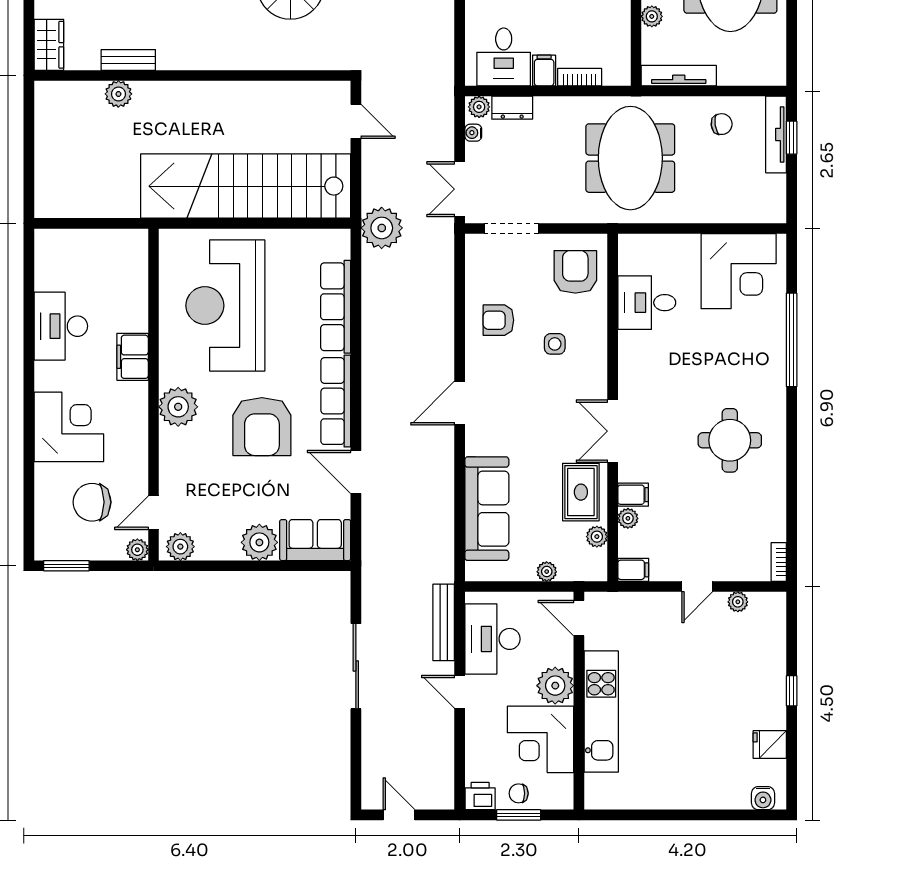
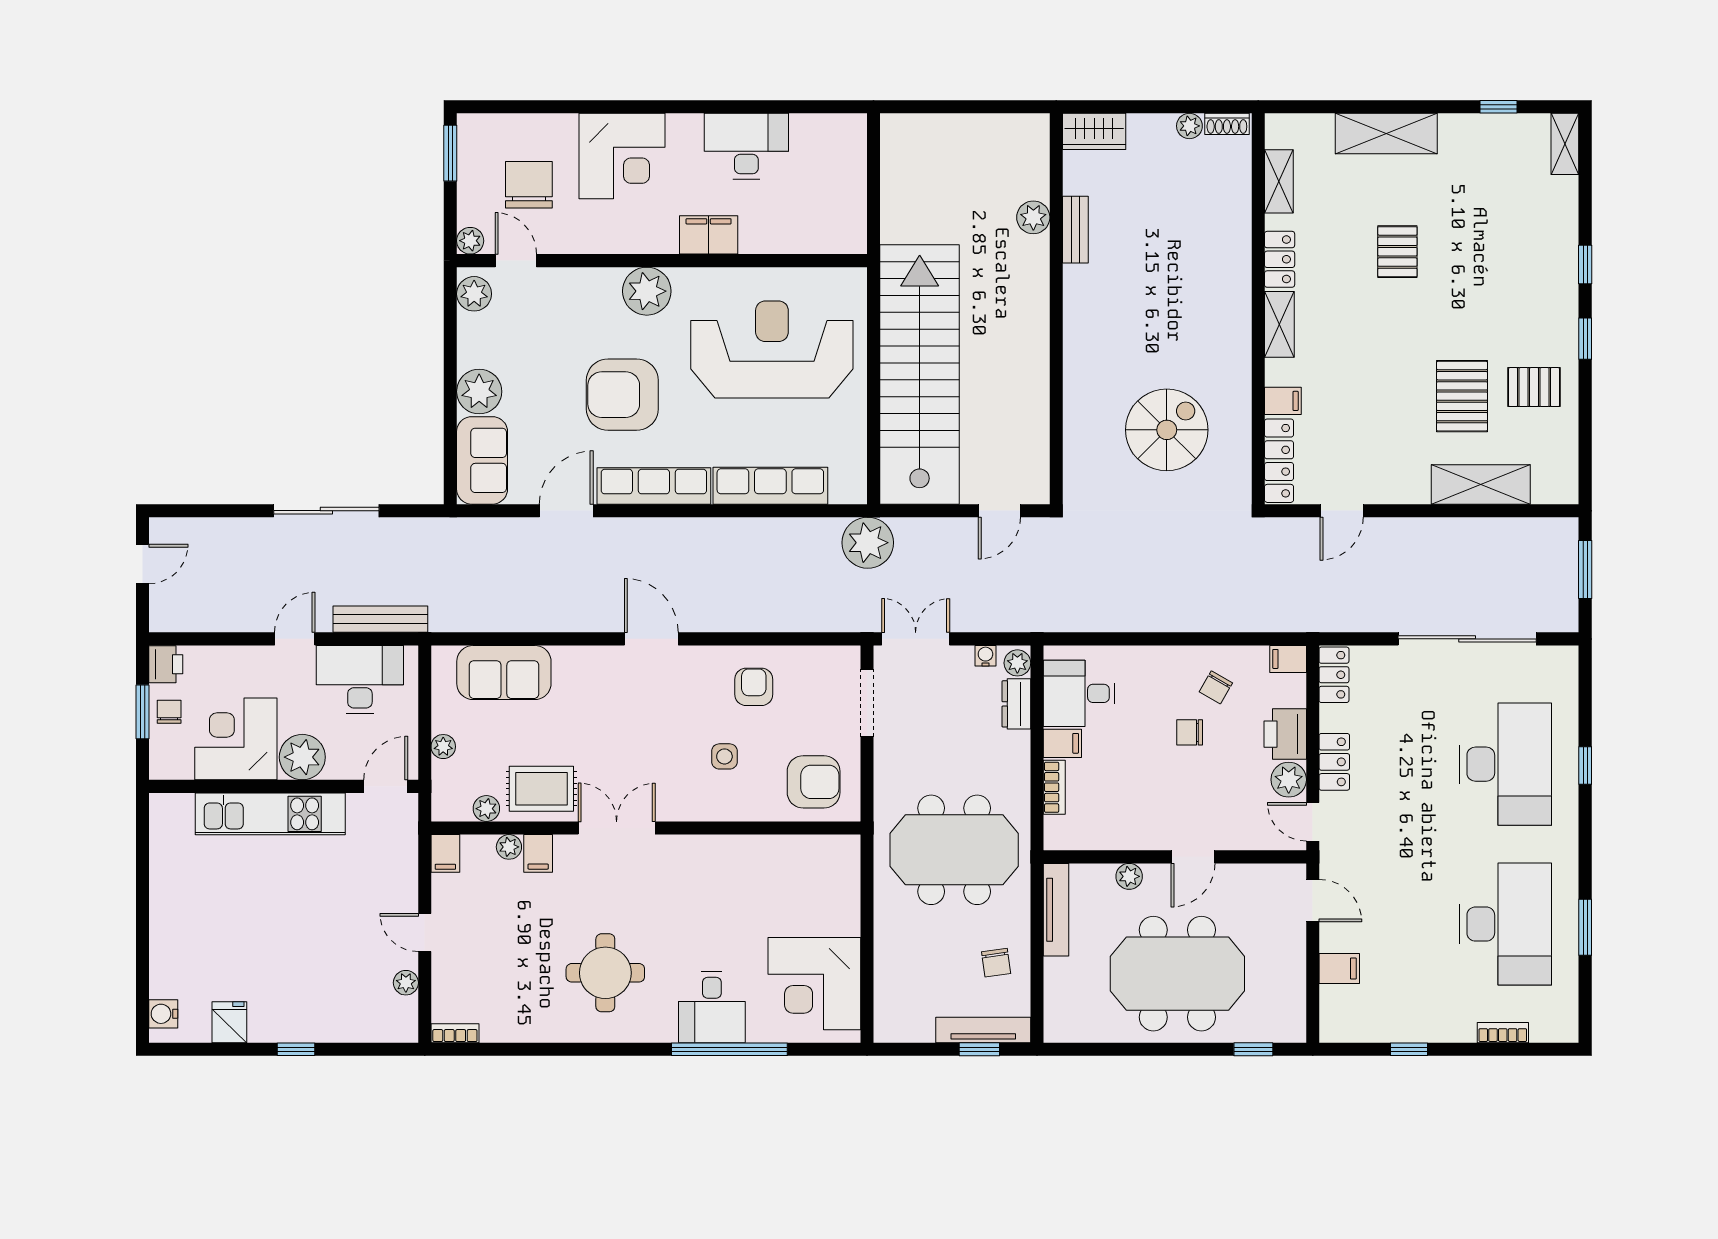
desk: (647, 303) -> (712, 1007), moved, turned 180
sofa: (487, 509) -> (504, 673), width x0.73

